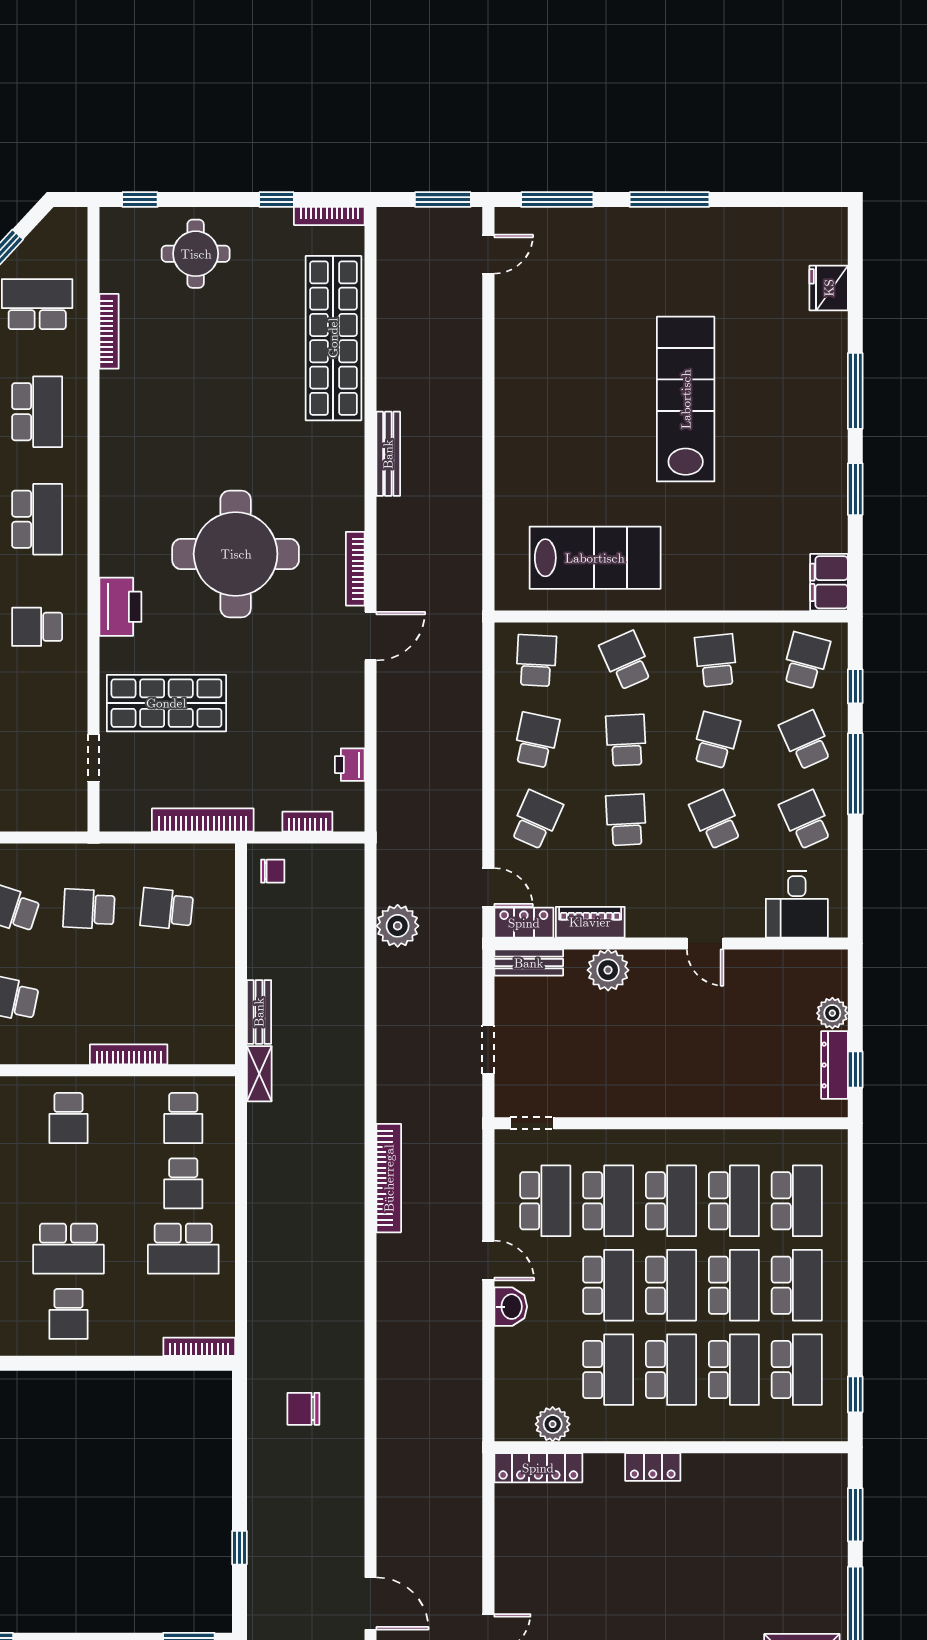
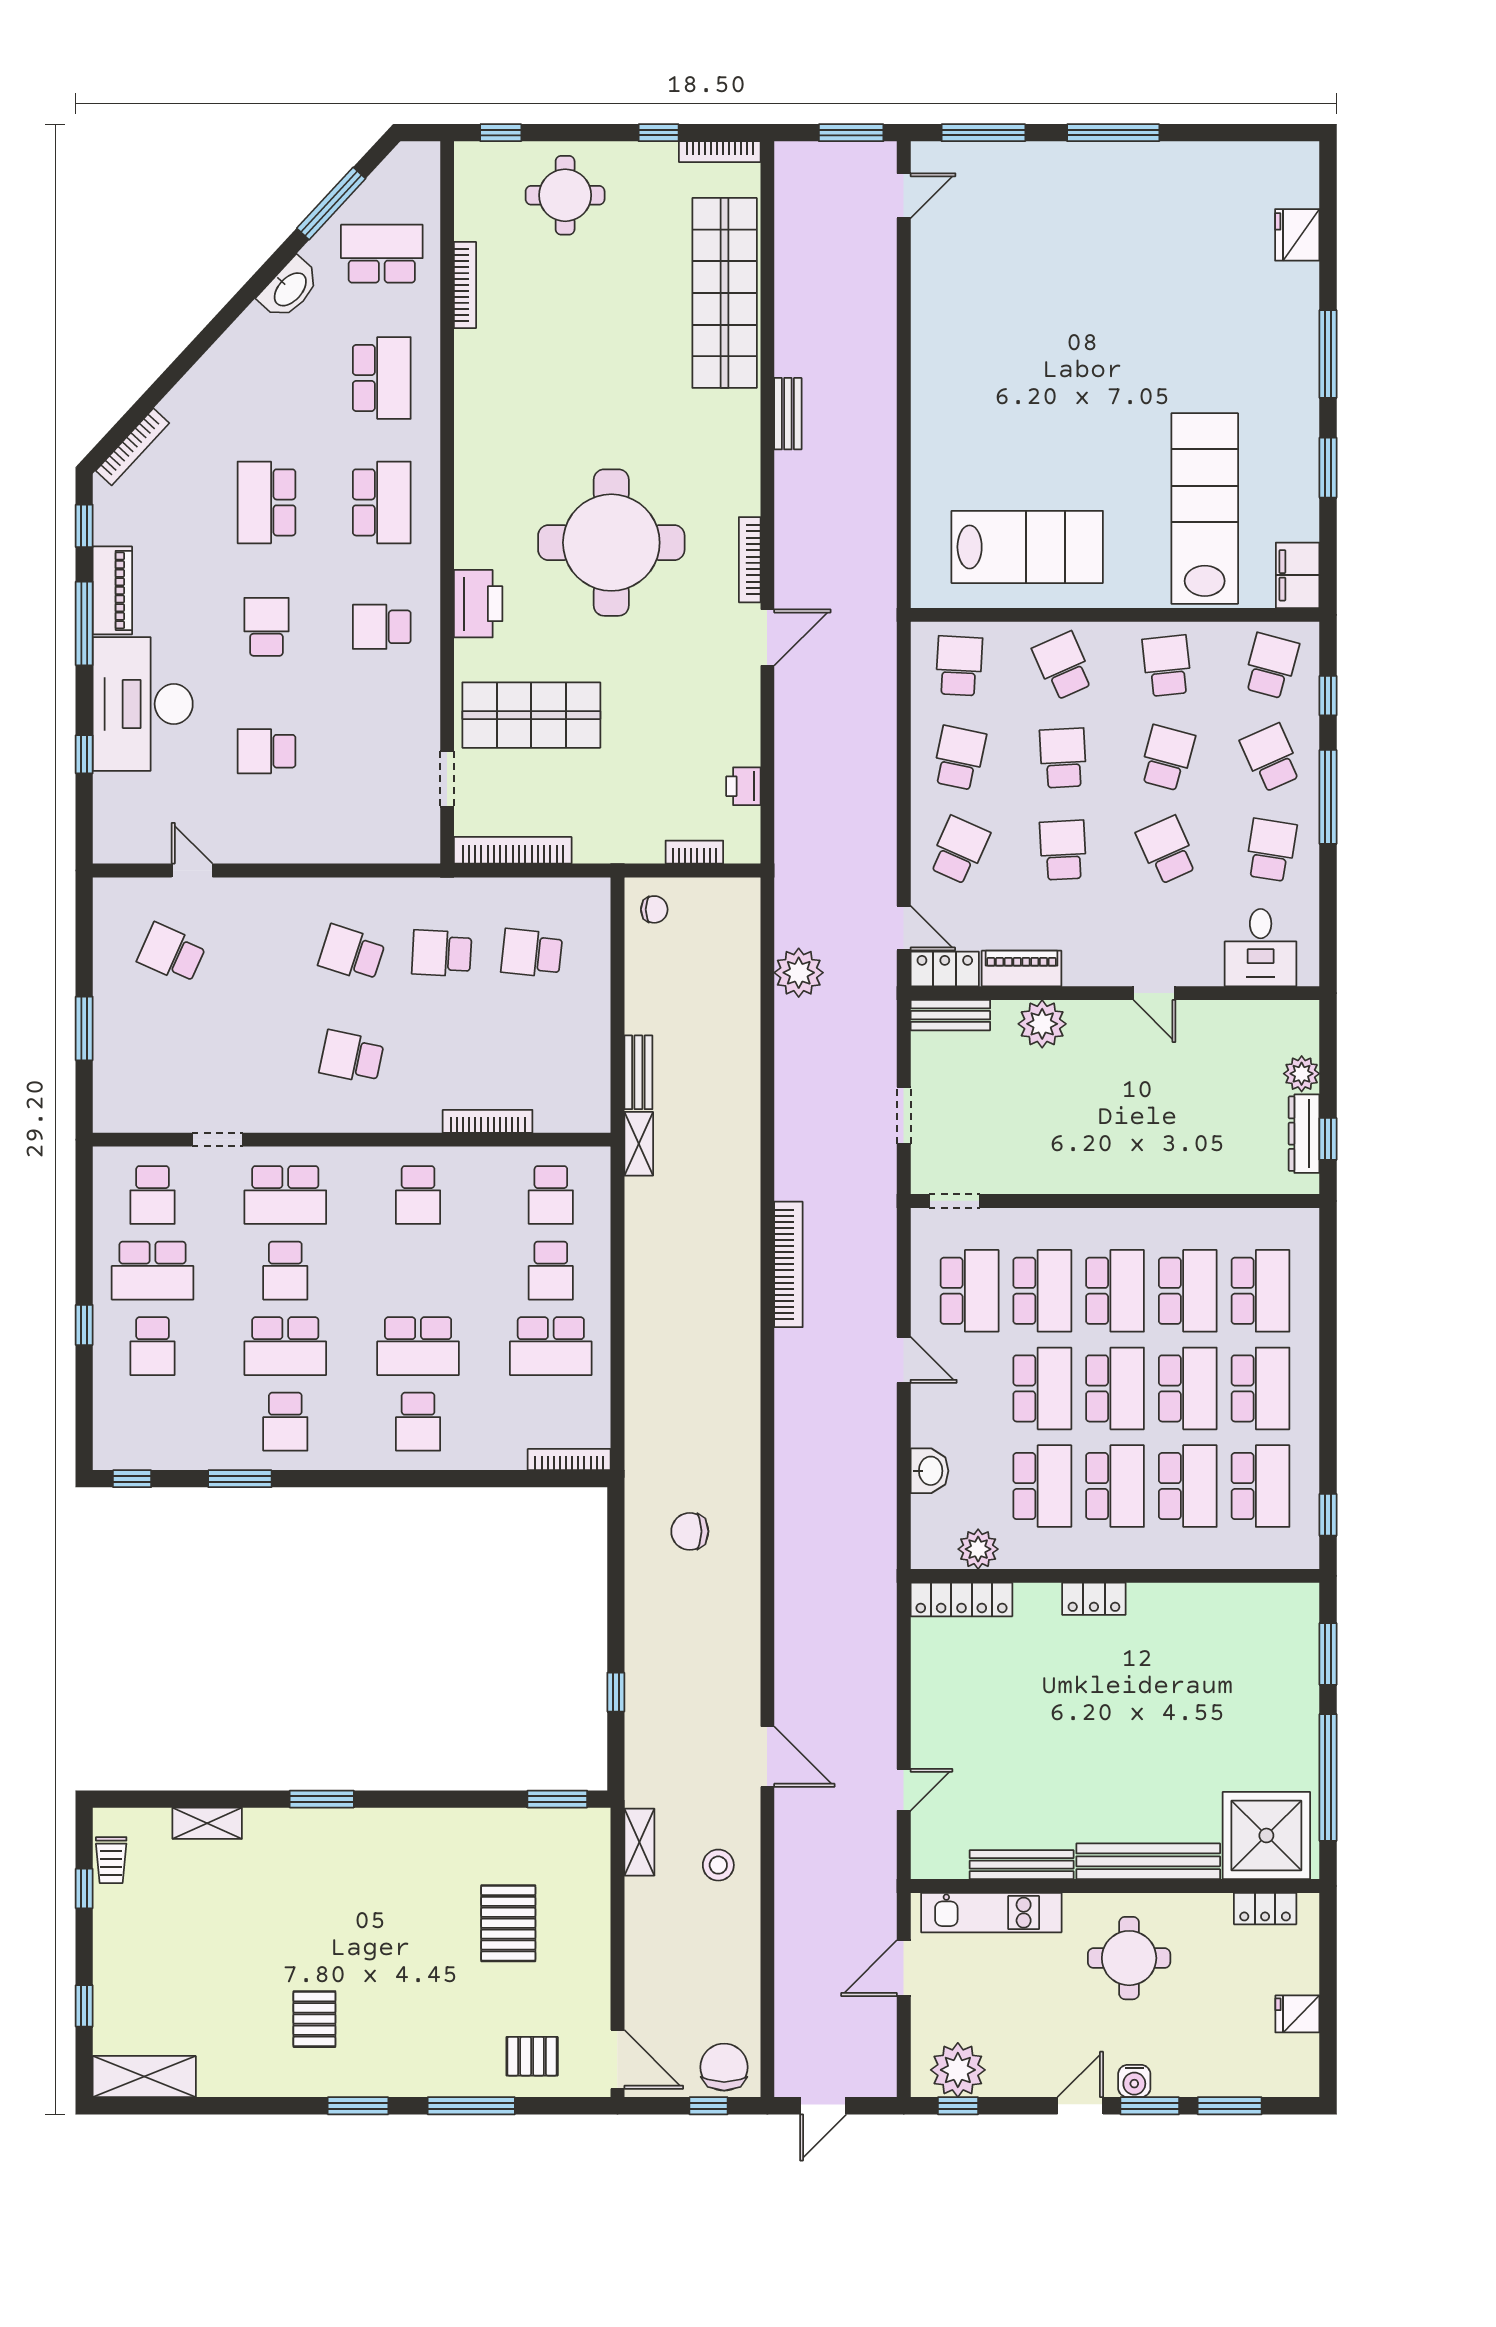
lab bench: (686, 399) -> (1205, 508), moved
bench: (388, 454) -> (788, 414), width x0.73
bookcase: (203, 820) -> (513, 850), moved
school desk: (806, 820) -> (1271, 850), turned 33
washbasin: (511, 1307) -> (929, 1471), moved

